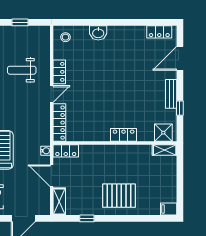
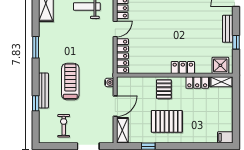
locker: (66, 151) -> (197, 83), moved
pallet: (103, 158) -> (164, 89), added
door: (52, 176) -> (115, 106), swing flipped
pallet: (119, 196) -> (167, 121), moved

